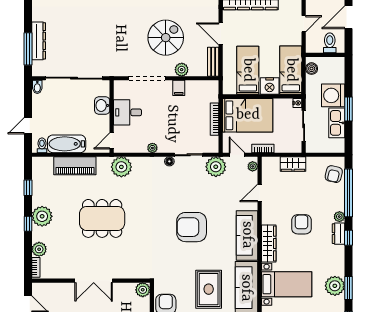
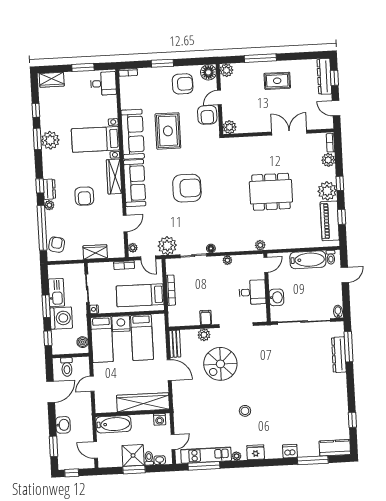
window: (348, 75) -> (48, 338), added
bed: (248, 115) -> (140, 295), width x0.67
piano: (75, 166) -> (330, 221), moved, turned -90
plant: (121, 167) -> (260, 245), width x0.53, depth x0.53
double door: (94, 281) -> (289, 133), moved

